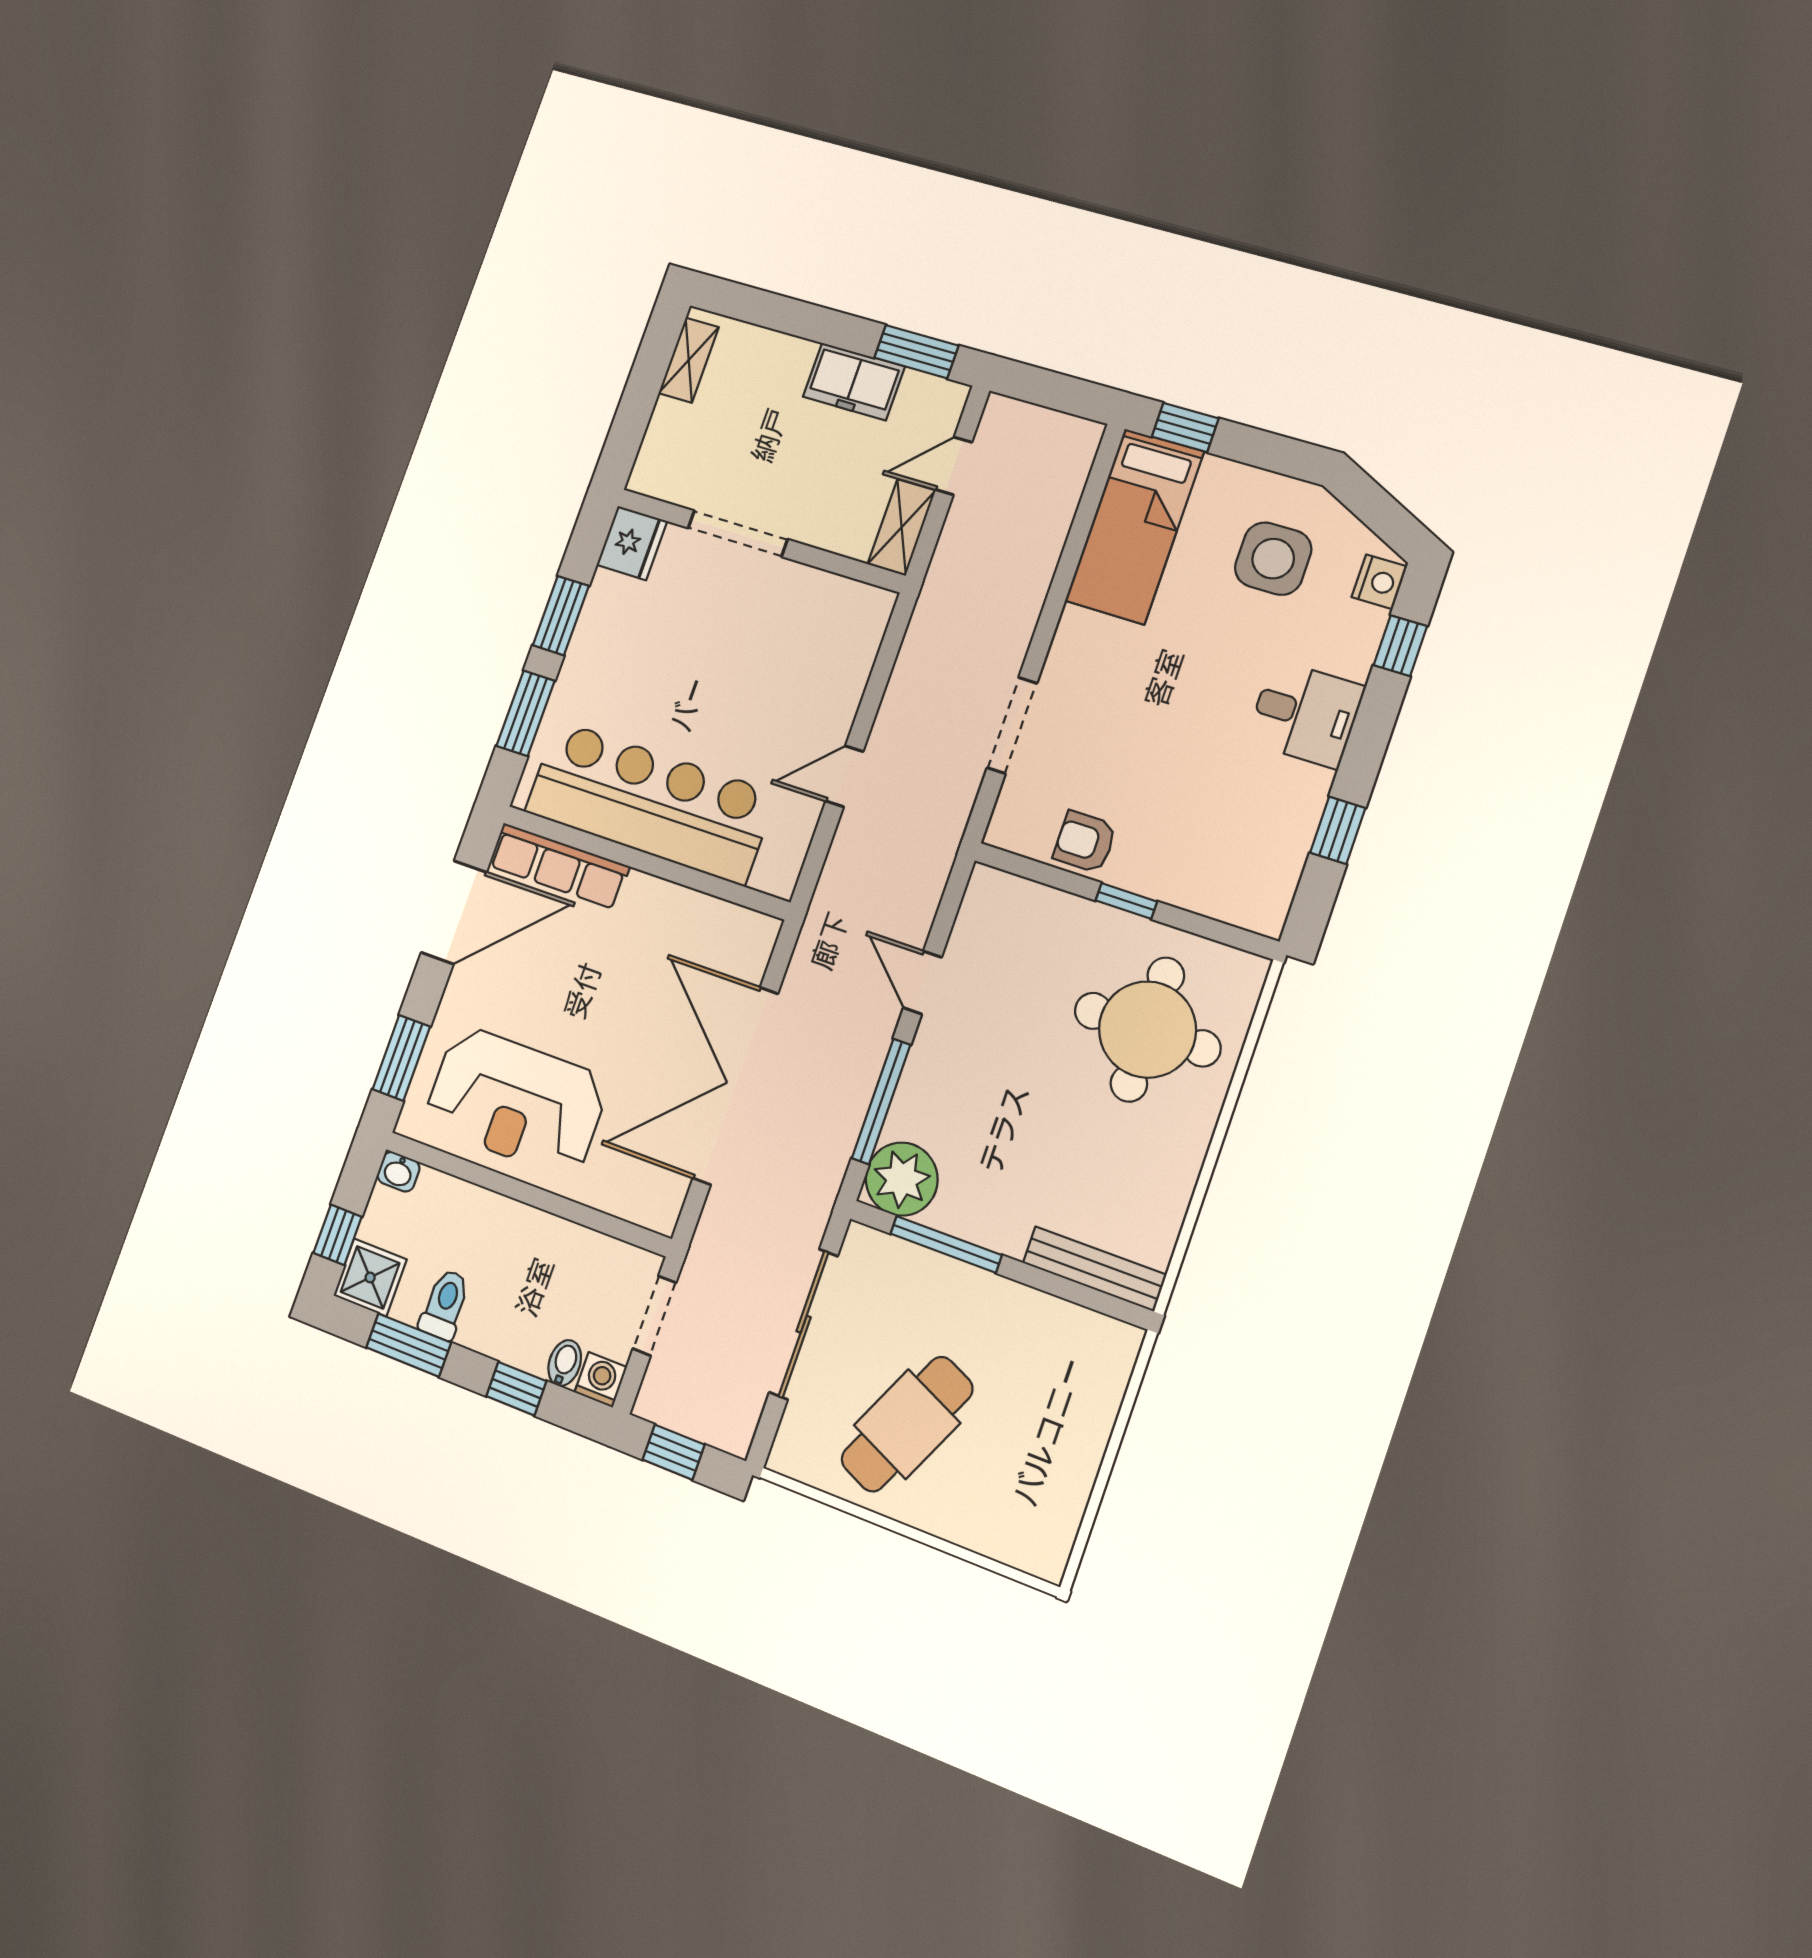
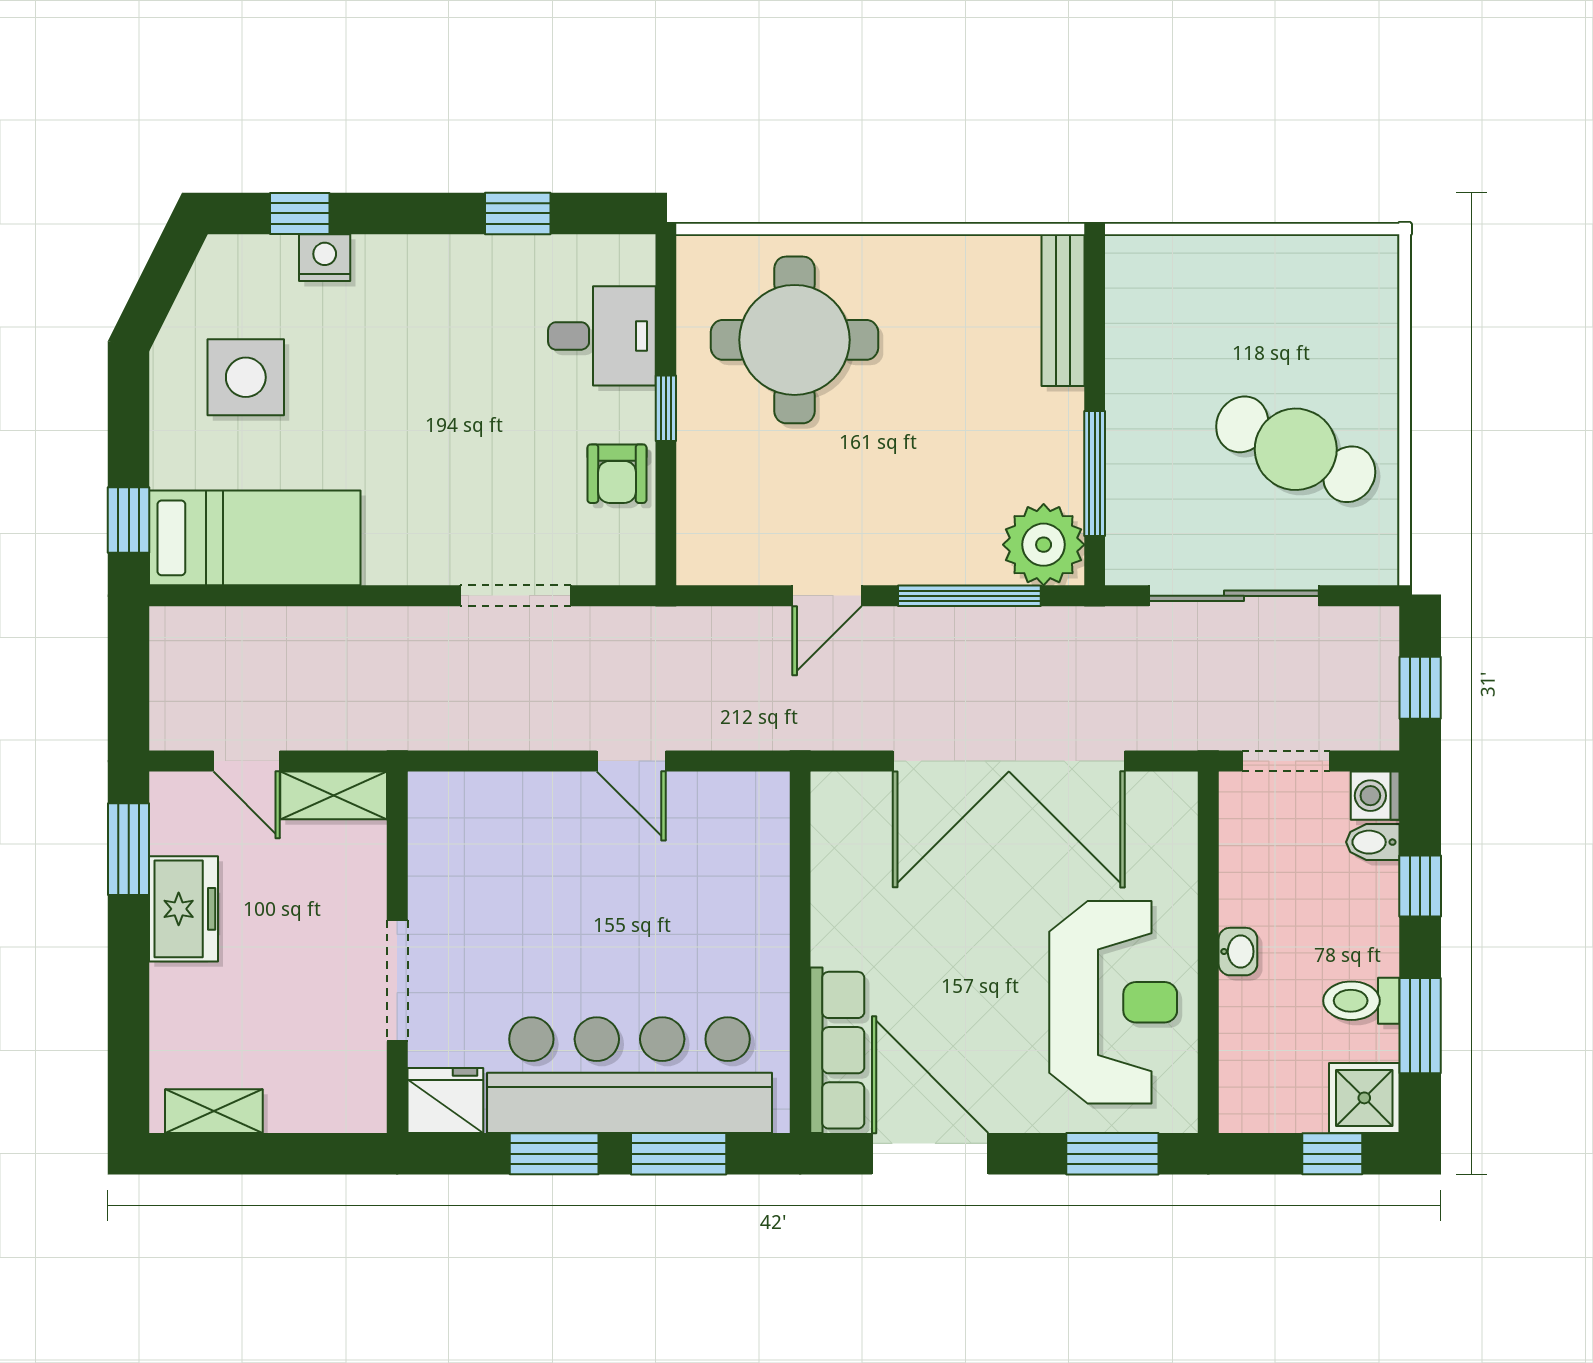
nightstand: (1379, 582) -> (325, 258), moved
desk: (1305, 714) -> (602, 336), moved, turned 90
bar counter: (650, 802) -> (630, 1075), moved, turned 90
washbasin: (398, 1172) -> (1238, 952), moved

